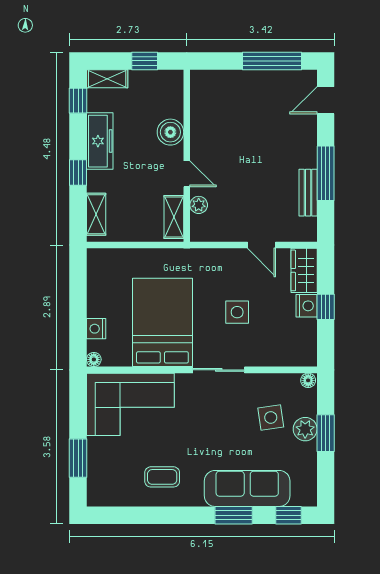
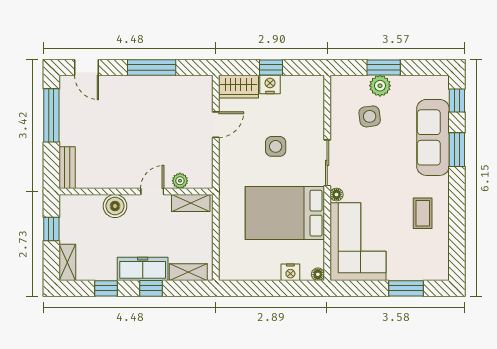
window: (78, 101) -> (106, 288), moved
freezer: (100, 141) -> (143, 269), moved
bench: (308, 193) -> (67, 168), moved, turned 90
floor lamp: (308, 380) -> (337, 195), moved

